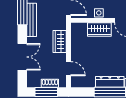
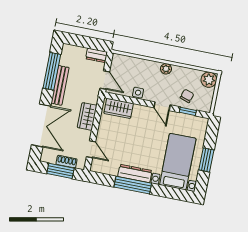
wardrobe: (99, 29) -> (119, 108), moved
double door: (22, 57) -> (41, 125), width x1.37

